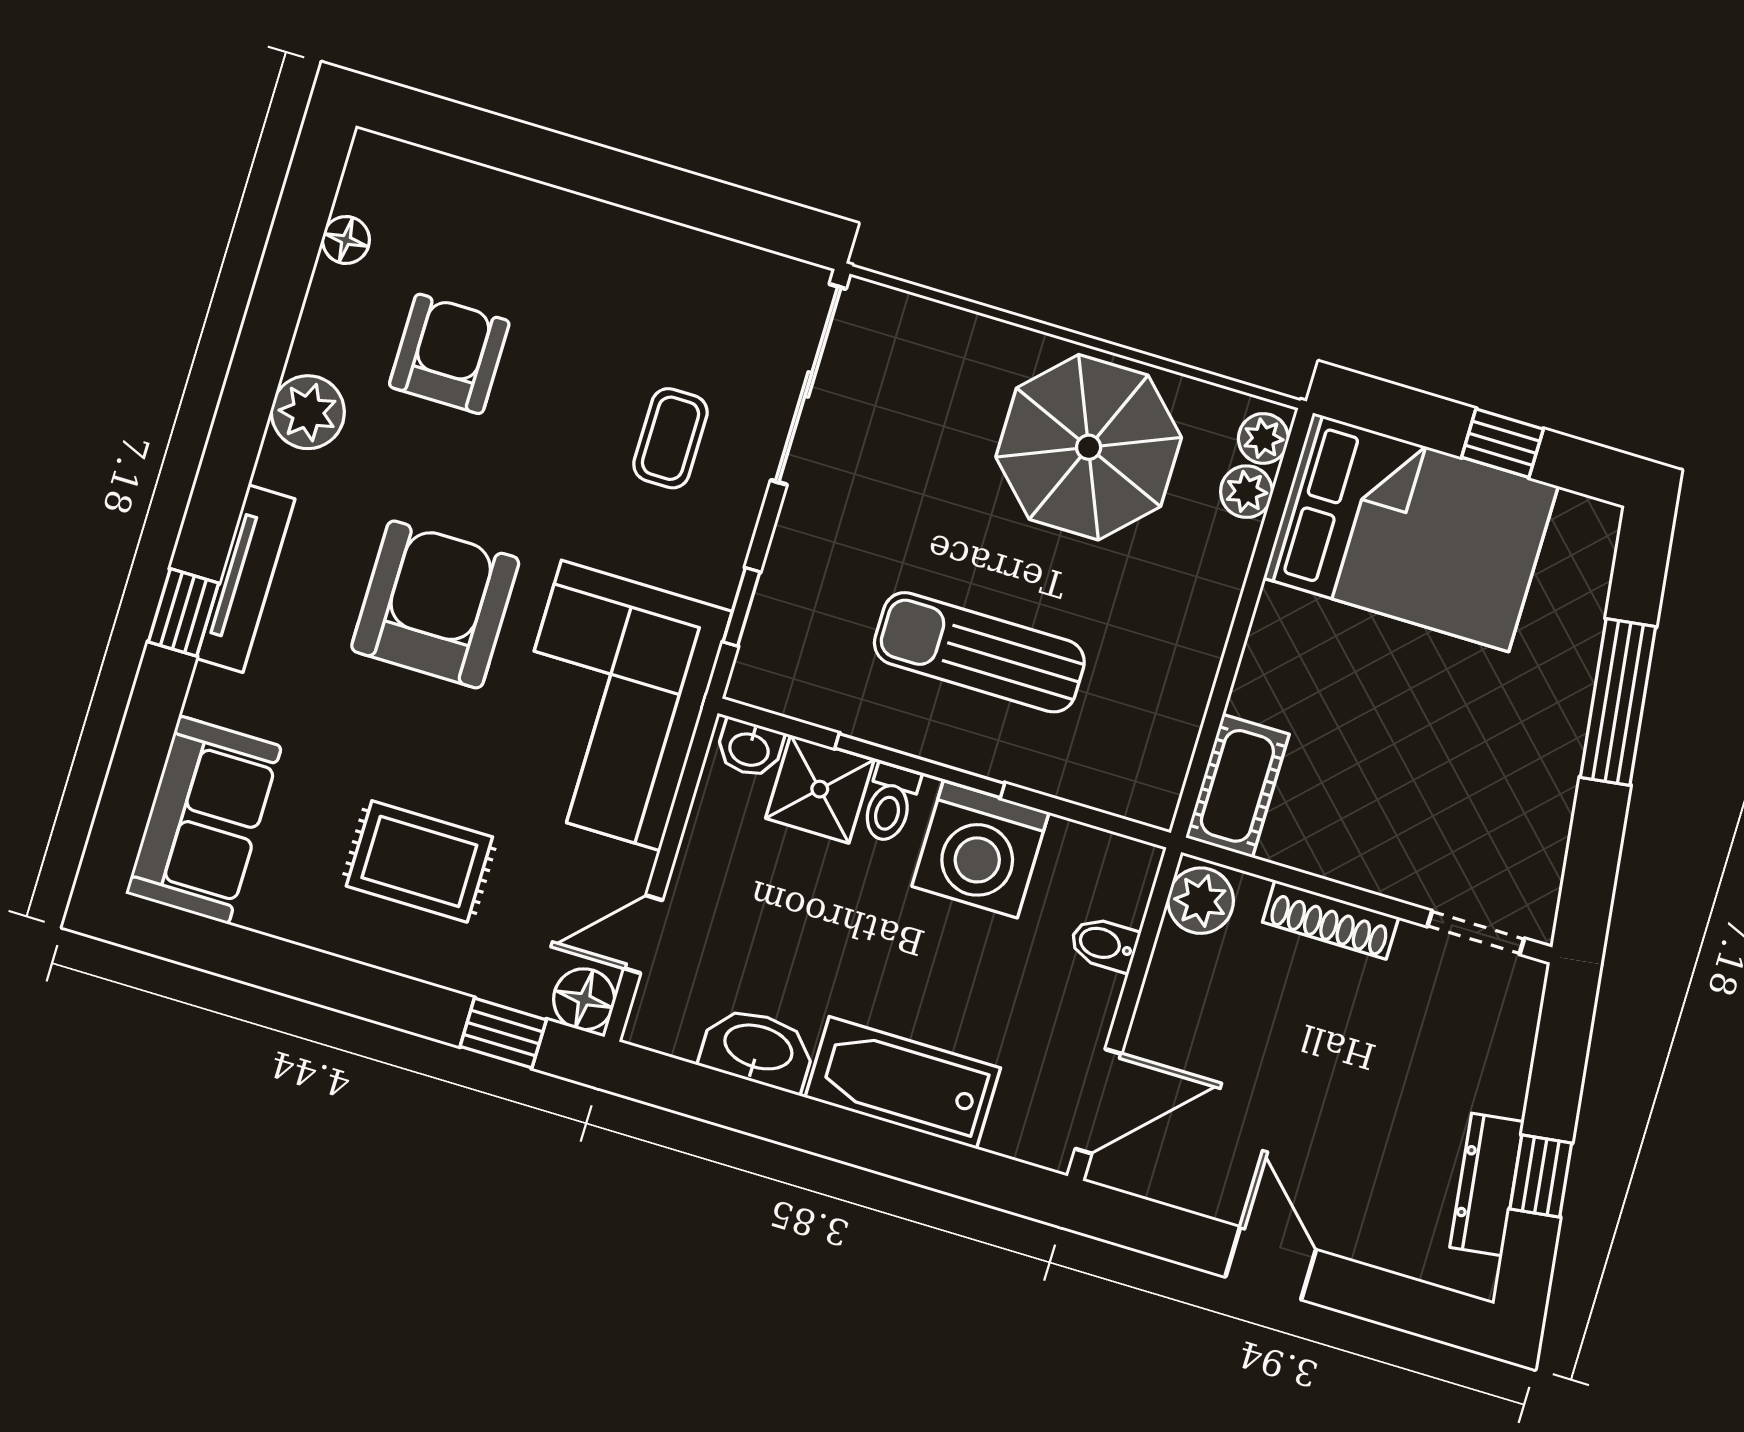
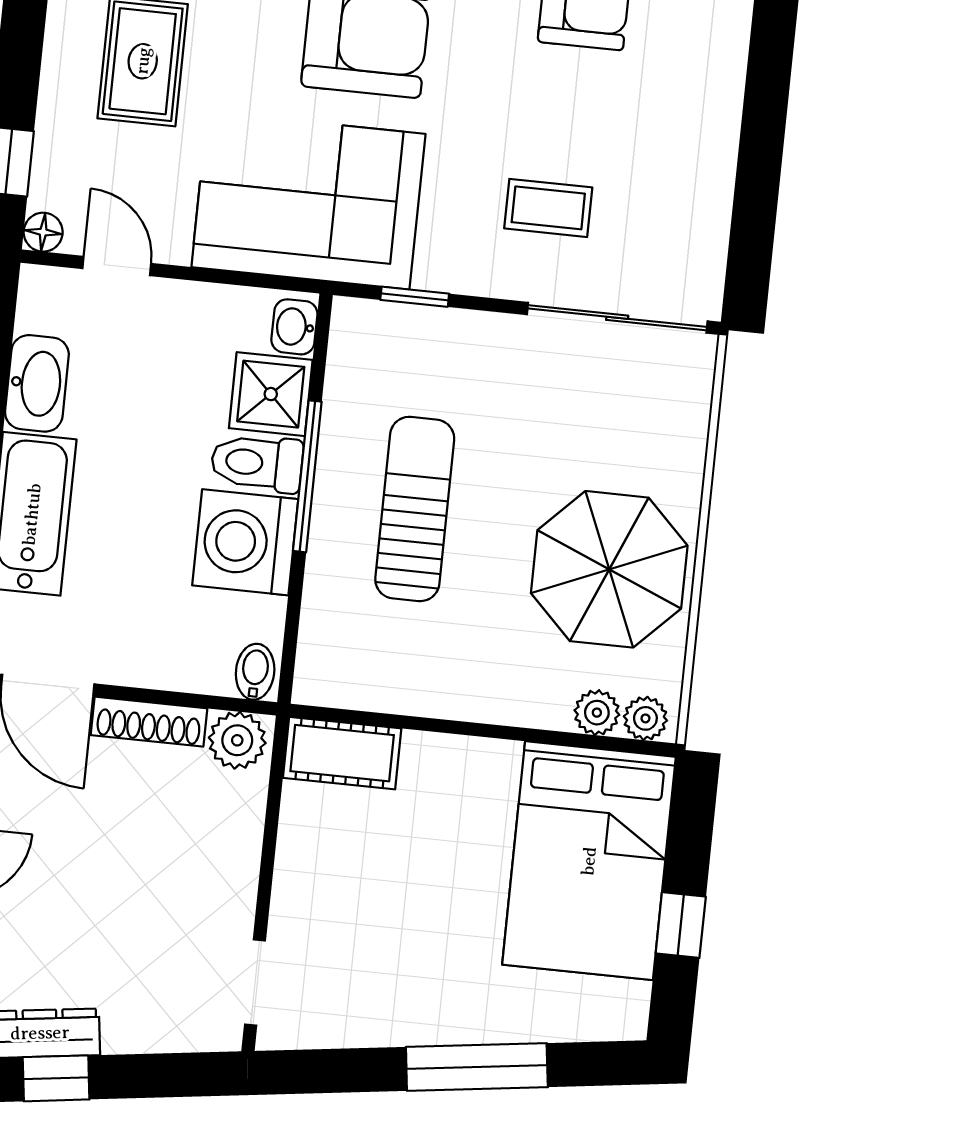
toilet: (890, 803) -> (257, 463), width x1.37, depth x1.39
shoe rack: (1331, 920) -> (149, 722), moved, turned -90
bidet: (1104, 944) -> (255, 672), moved
floor lamp: (584, 999) -> (43, 232), width x0.73, depth x0.73

